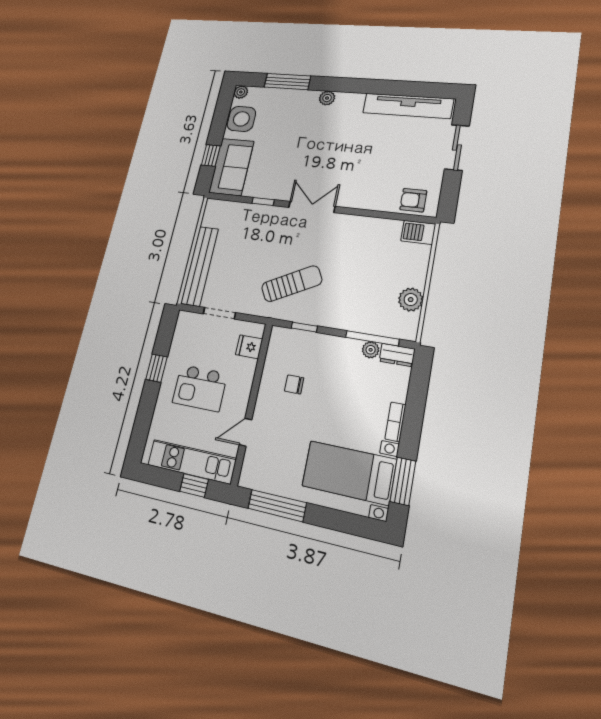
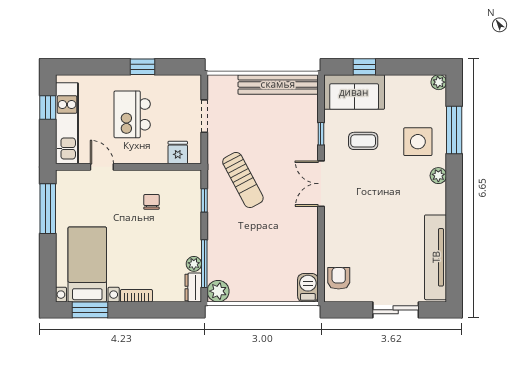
side table: (241, 119) -> (418, 142), moved
coffee table: (279, 163) -> (363, 141), added
double door: (312, 207) -> (321, 184), swing flipped
bench: (200, 266) -> (278, 84), moved
plant: (411, 300) -> (218, 291), moved
window: (194, 485) -> (48, 107), moved

